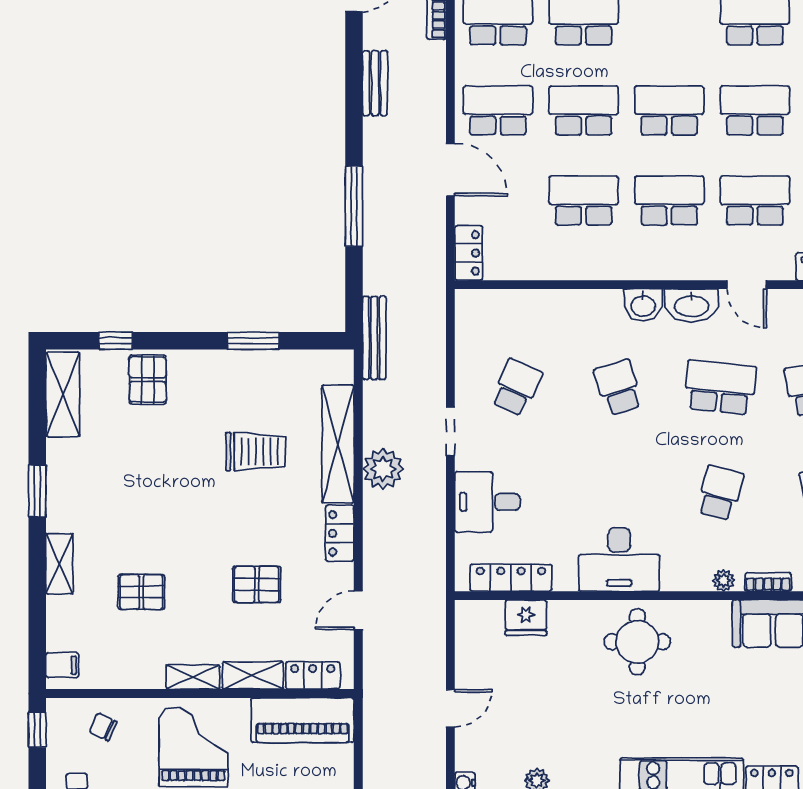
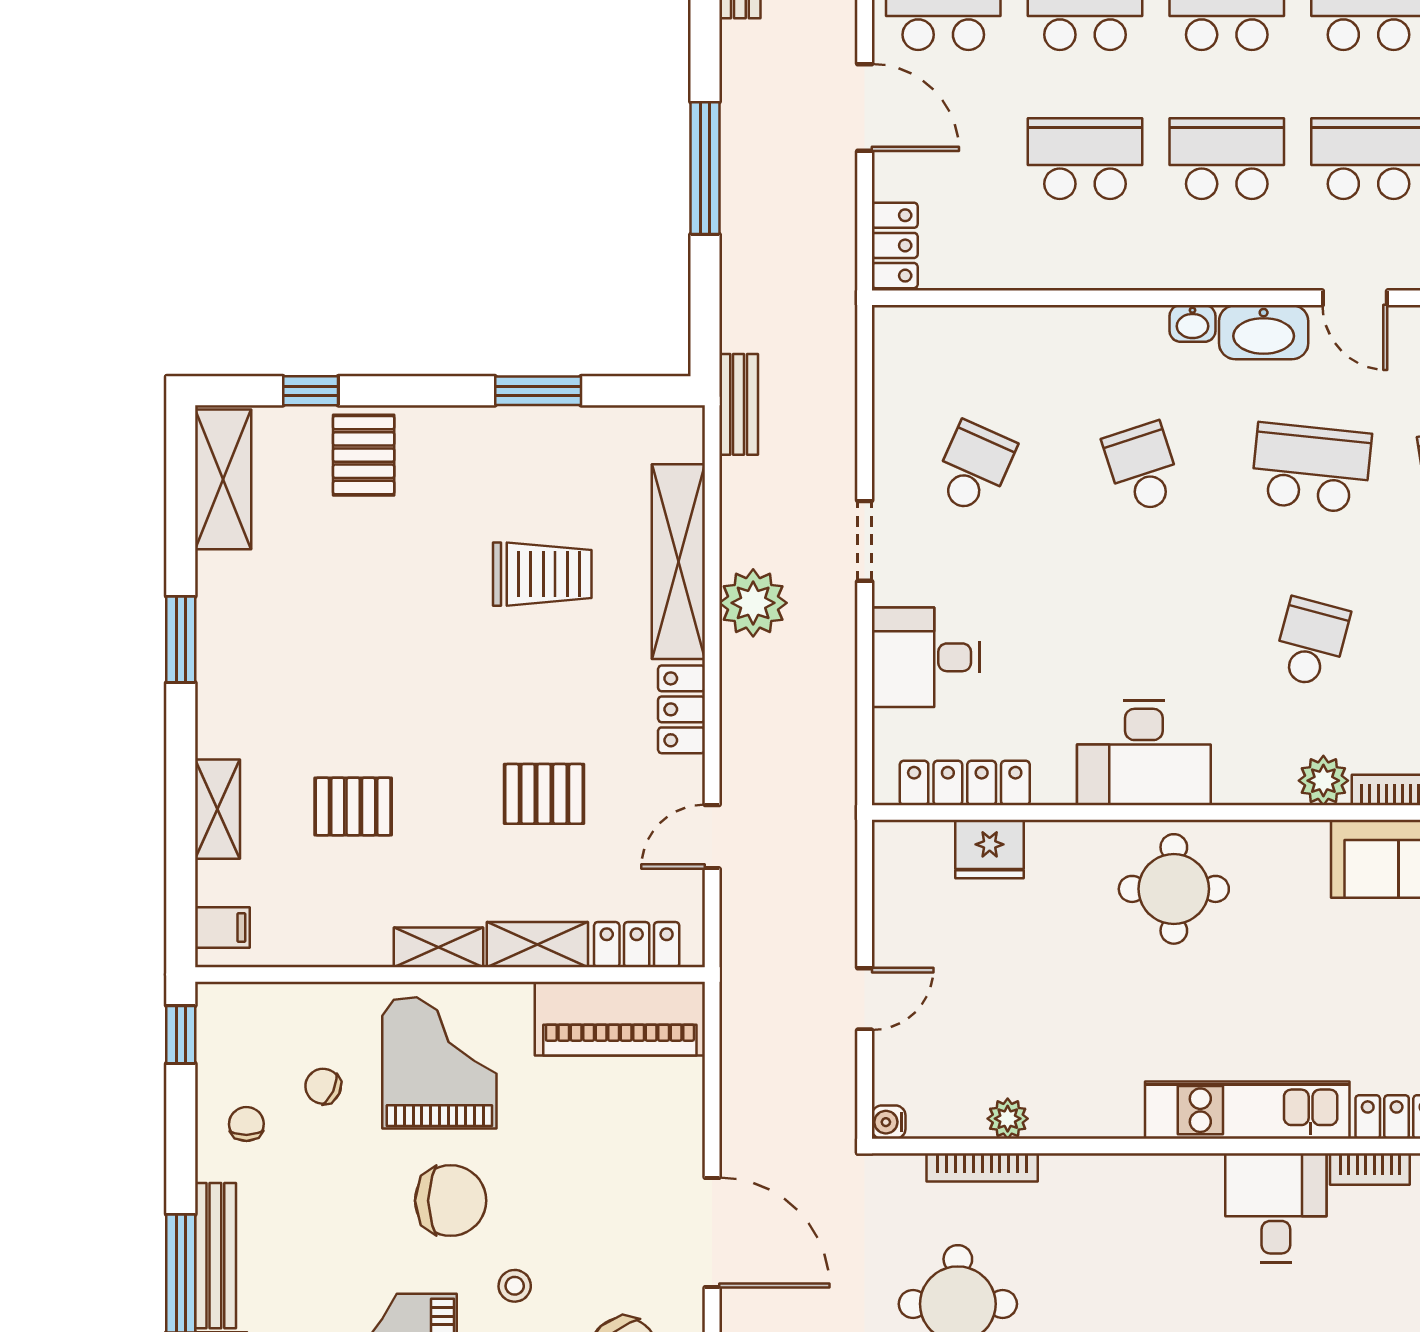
washbasin: (643, 305) -> (1193, 323), width x0.72, depth x0.69
bench: (374, 338) -> (739, 404), width x0.73
shelving: (59, 564) -> (217, 809), moved
plant: (724, 580) -> (1323, 781), width x1.38, depth x1.38
chair: (103, 727) -> (323, 1086), moved

